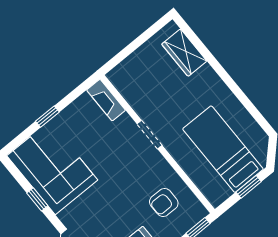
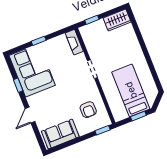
wardrobe: (184, 53) -> (117, 20), moved, turned -90
window: (123, 55) -> (92, 20), added
armchair: (164, 202) -> (88, 110), turned -90

